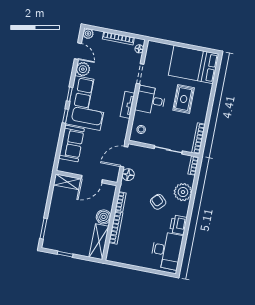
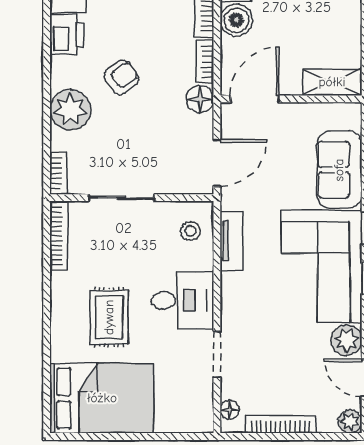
tv unit: (128, 105) -> (231, 241), moved
floor lamp: (128, 175) -> (200, 99), moved
door: (92, 179) -> (255, 99), moved
armchair: (158, 202) -> (121, 77), turned -78

